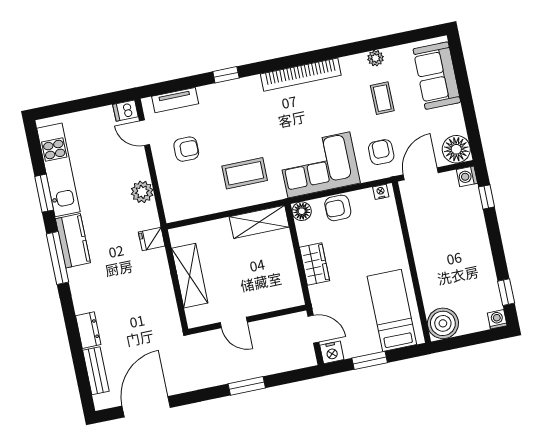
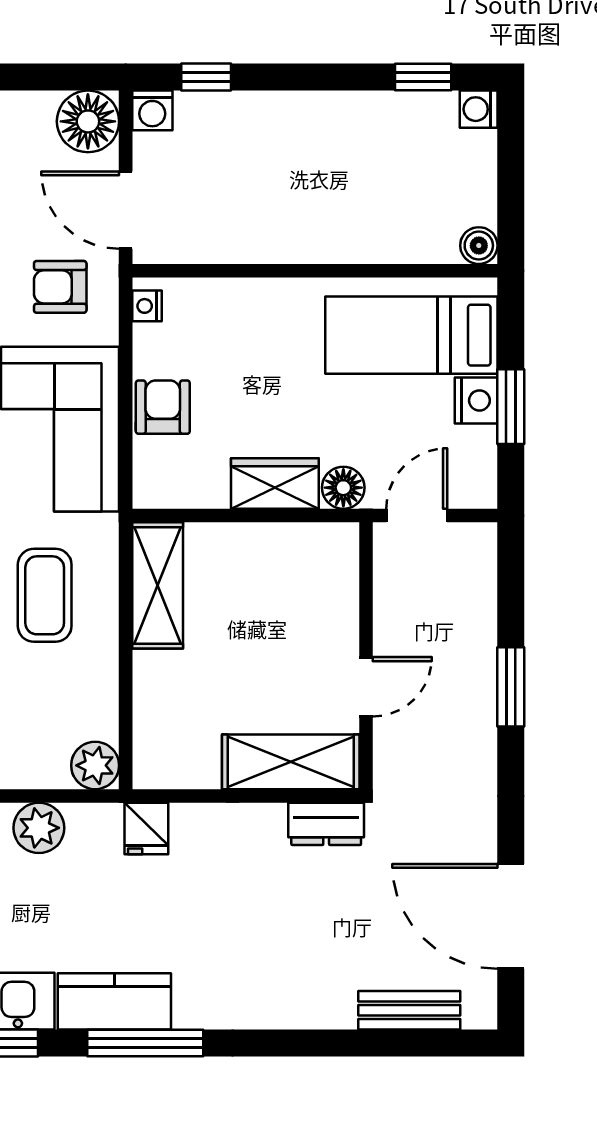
armchair: (338, 208) -> (163, 407), turned 180
plant: (175, 211) -> (95, 765), added
floor lamp: (302, 211) -> (343, 488), moved
shelving: (190, 276) -> (291, 762), moved
boiler: (443, 323) -> (479, 246), width x0.54, depth x0.54
dresser: (88, 330) -> (326, 824), moved, turned 180
nightstand: (332, 352) -> (476, 400), moved

